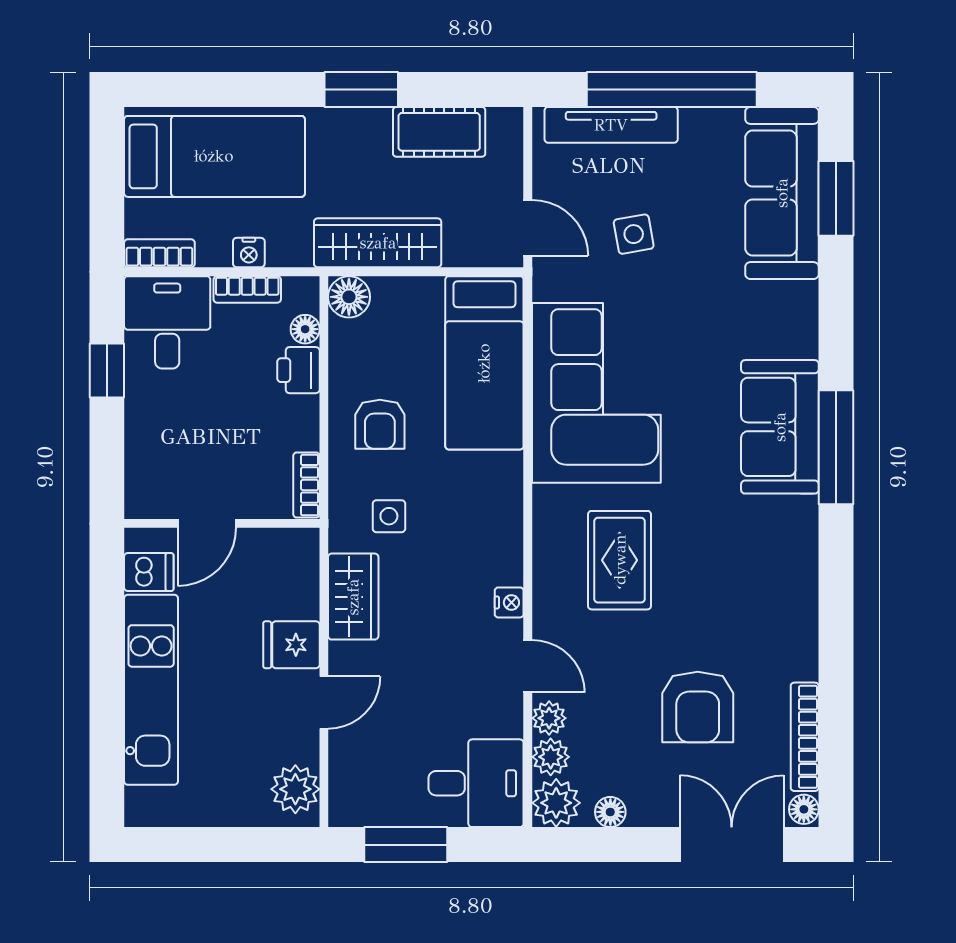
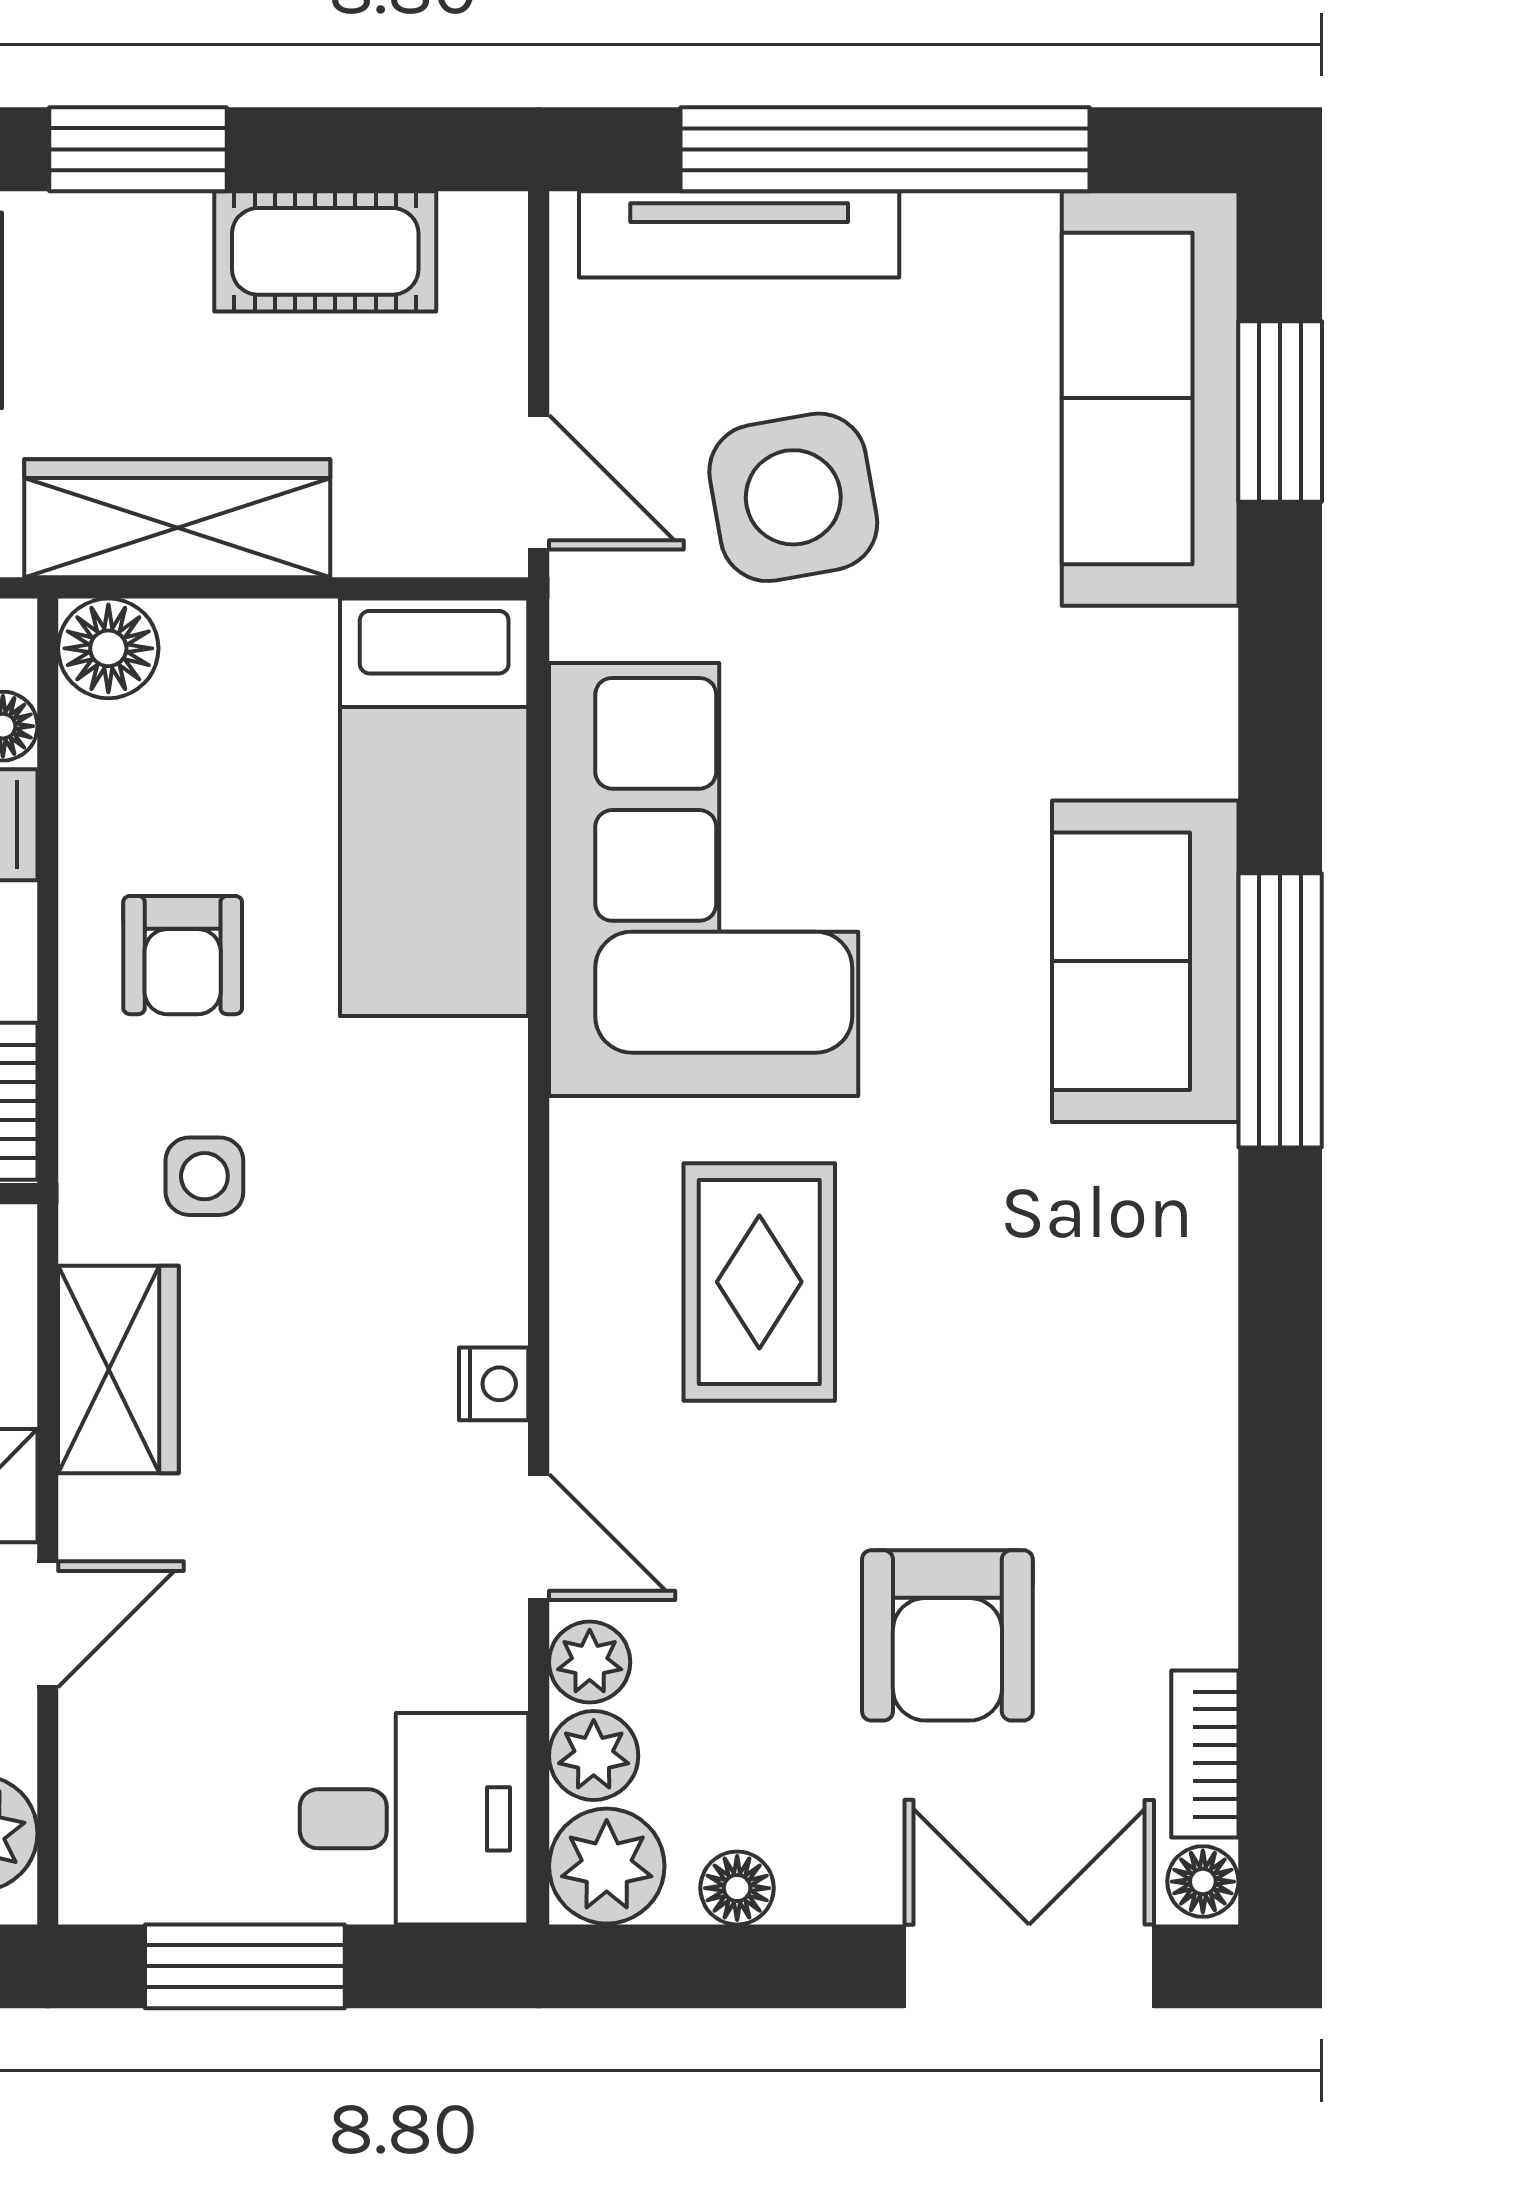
side table: (634, 234) -> (793, 497), width x1.87, depth x1.87
bookcase: (805, 737) -> (1205, 1754), width x0.64

